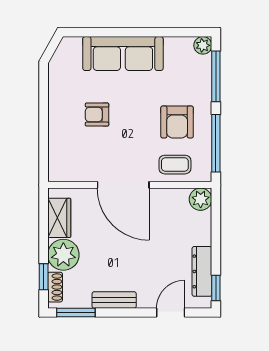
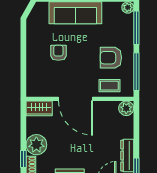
armchair: (97, 115) -> (58, 53), turned 90
armchair: (177, 122) -> (111, 58), turned 90
wardrobe: (59, 218) -> (39, 108), moved, turned 90

